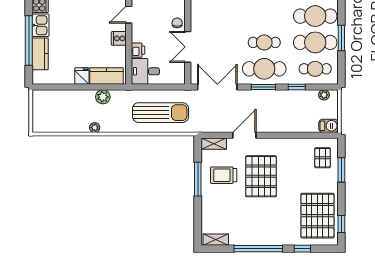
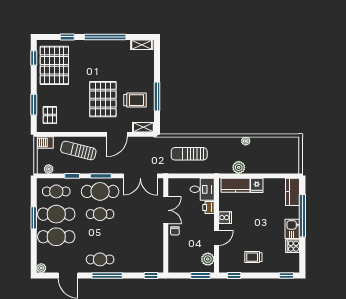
kitchen counter: (40, 54) -> (293, 192), moved
sun lounger: (161, 113) -> (189, 154), width x0.73, depth x0.75
sun lounger: (290, 116) -> (78, 150), added

